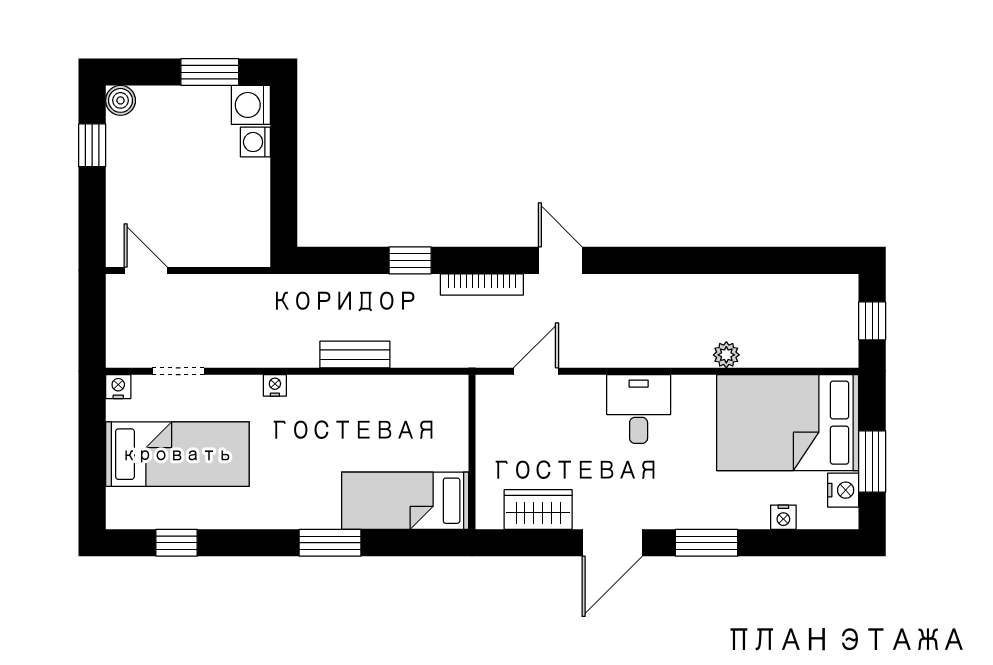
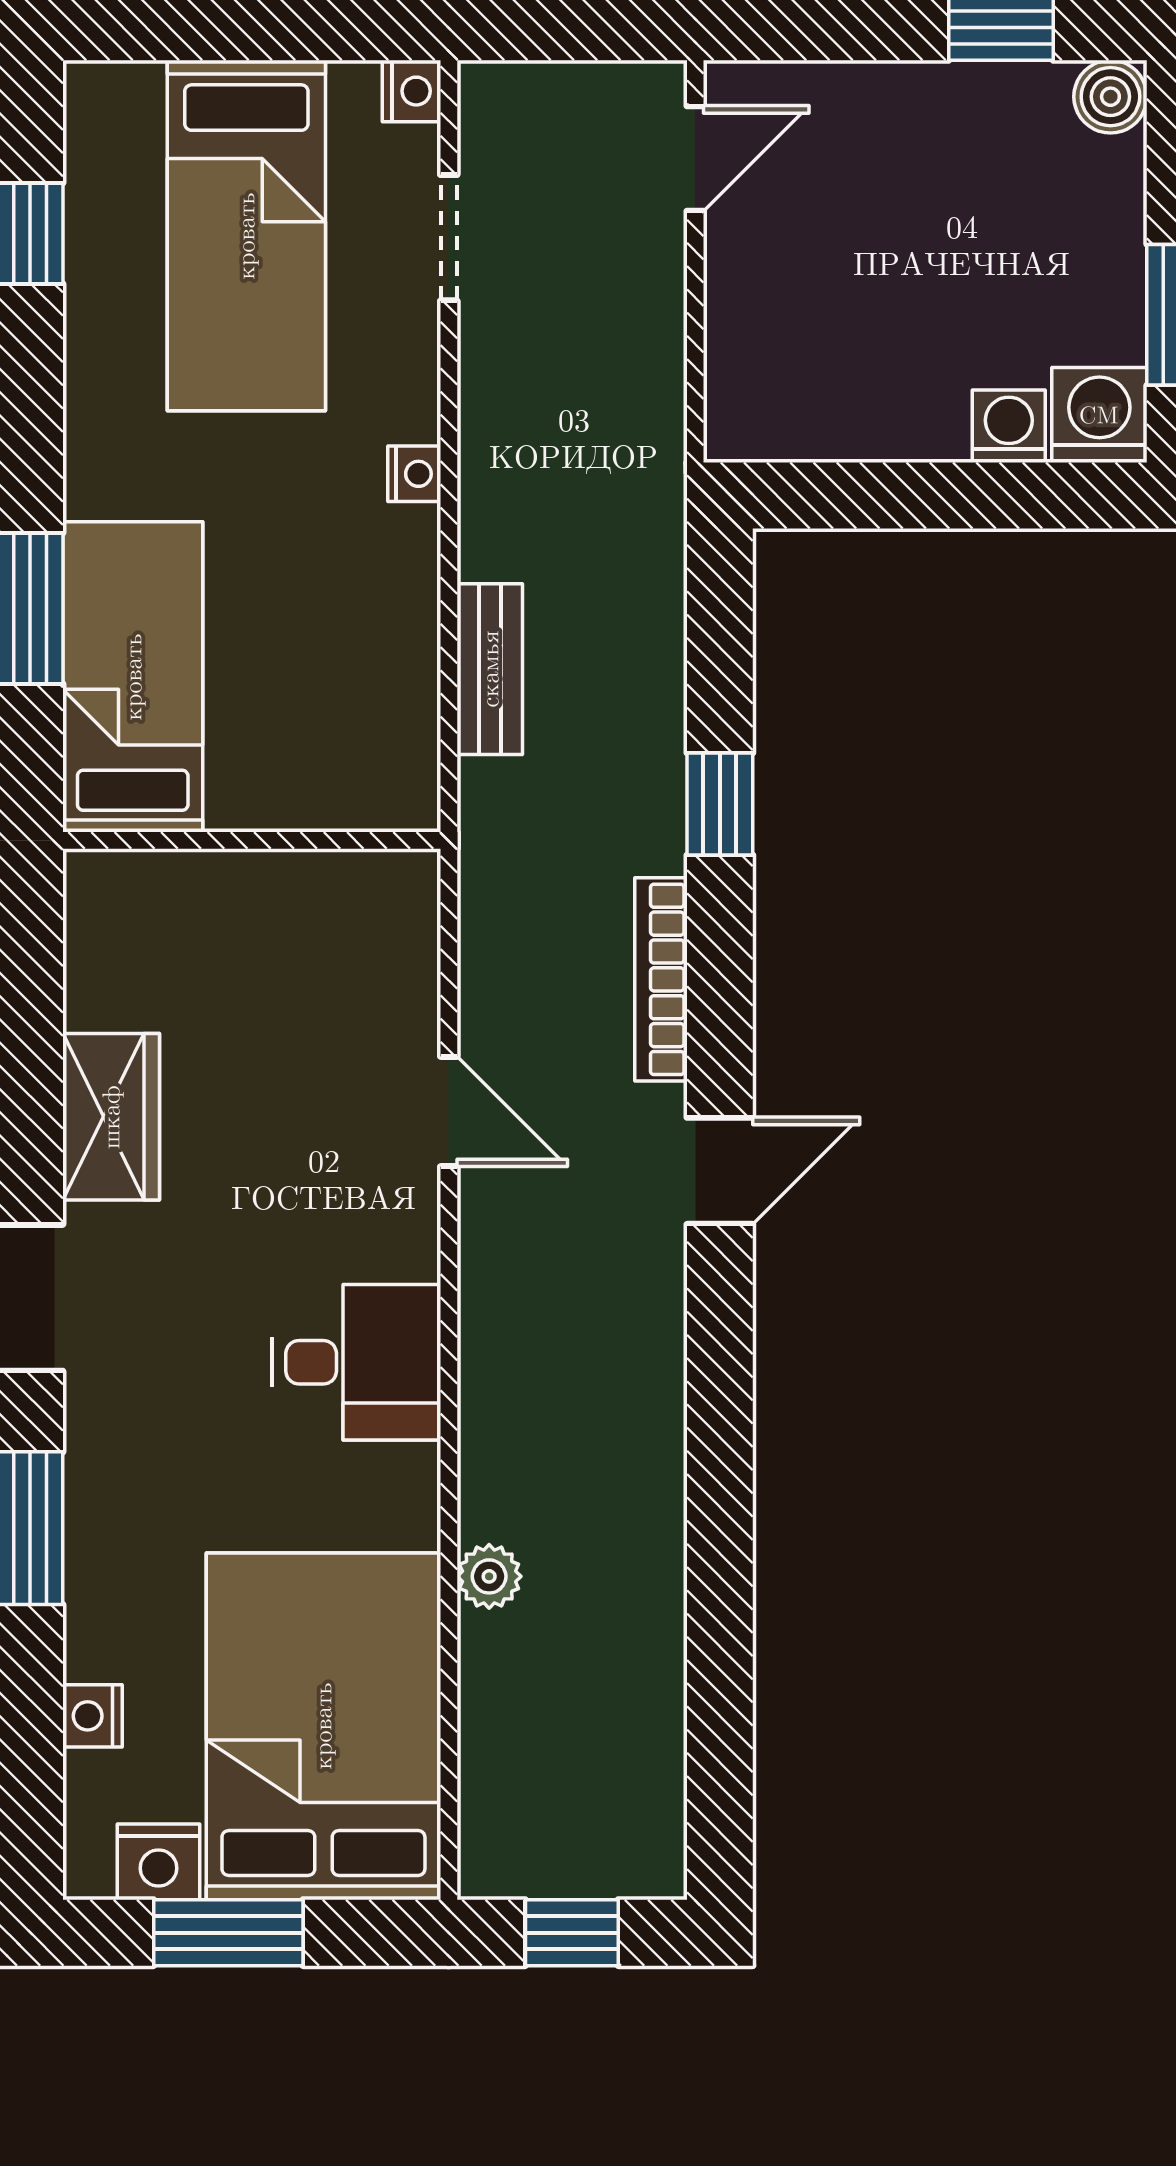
wall: (472, 452) -> (252, 840), moved
bed: (405, 501) -> (133, 677), moved

